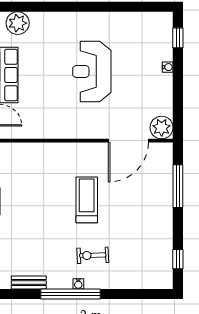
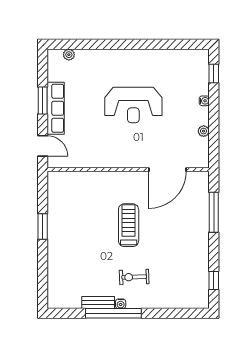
plant: (18, 23) -> (69, 55), width x0.53, depth x0.53
reception desk: (92, 71) -> (133, 105), turned -90
plant: (162, 128) -> (204, 131), moved, width x0.53, depth x0.53
bench: (29, 283) -> (98, 302), moved

